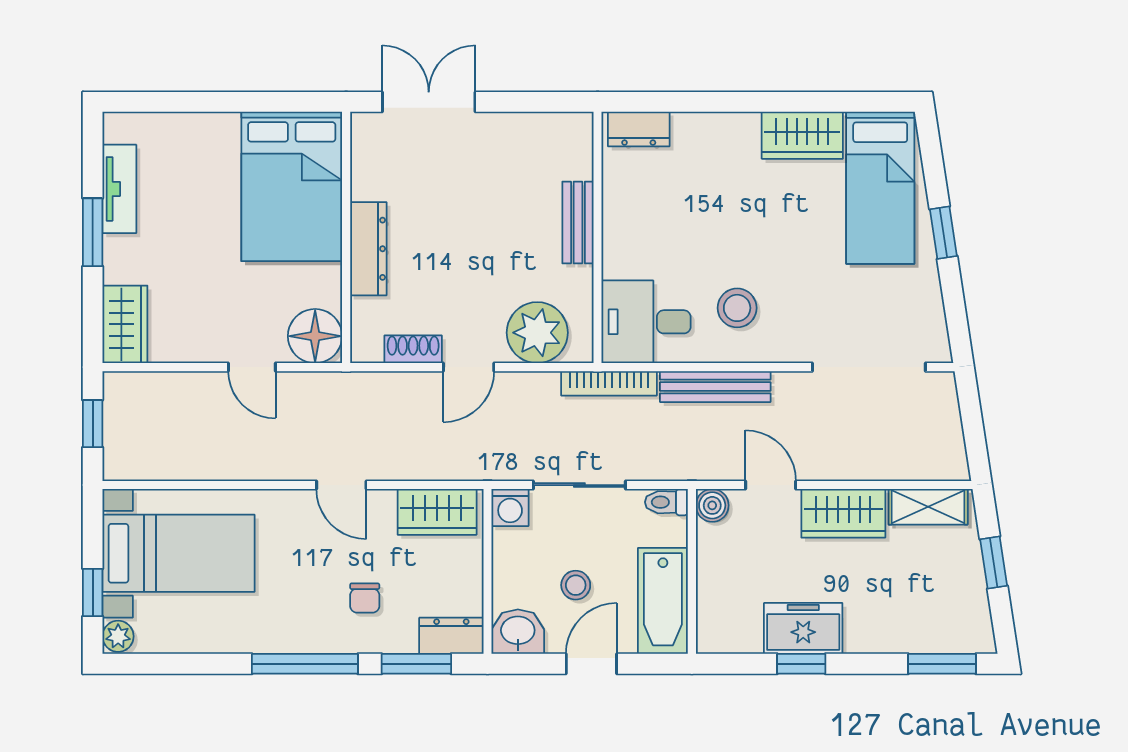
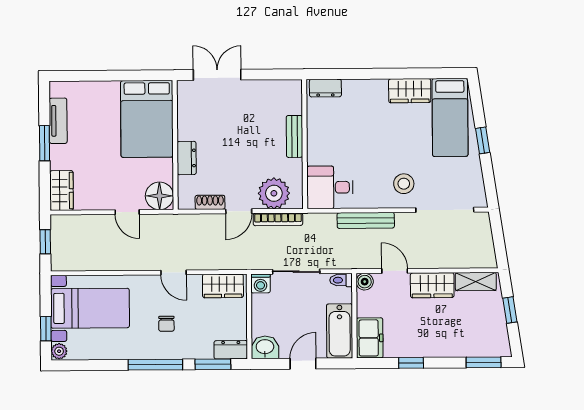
dresser: (368, 249) -> (187, 158), width x0.70
stool: (737, 308) -> (404, 184), moved
bookcase: (609, 383) -> (278, 219), moved
stool: (576, 585) -> (295, 323), removed
chair: (365, 598) -> (166, 324), moved
freezer: (803, 628) -> (370, 338), moved, turned 90

